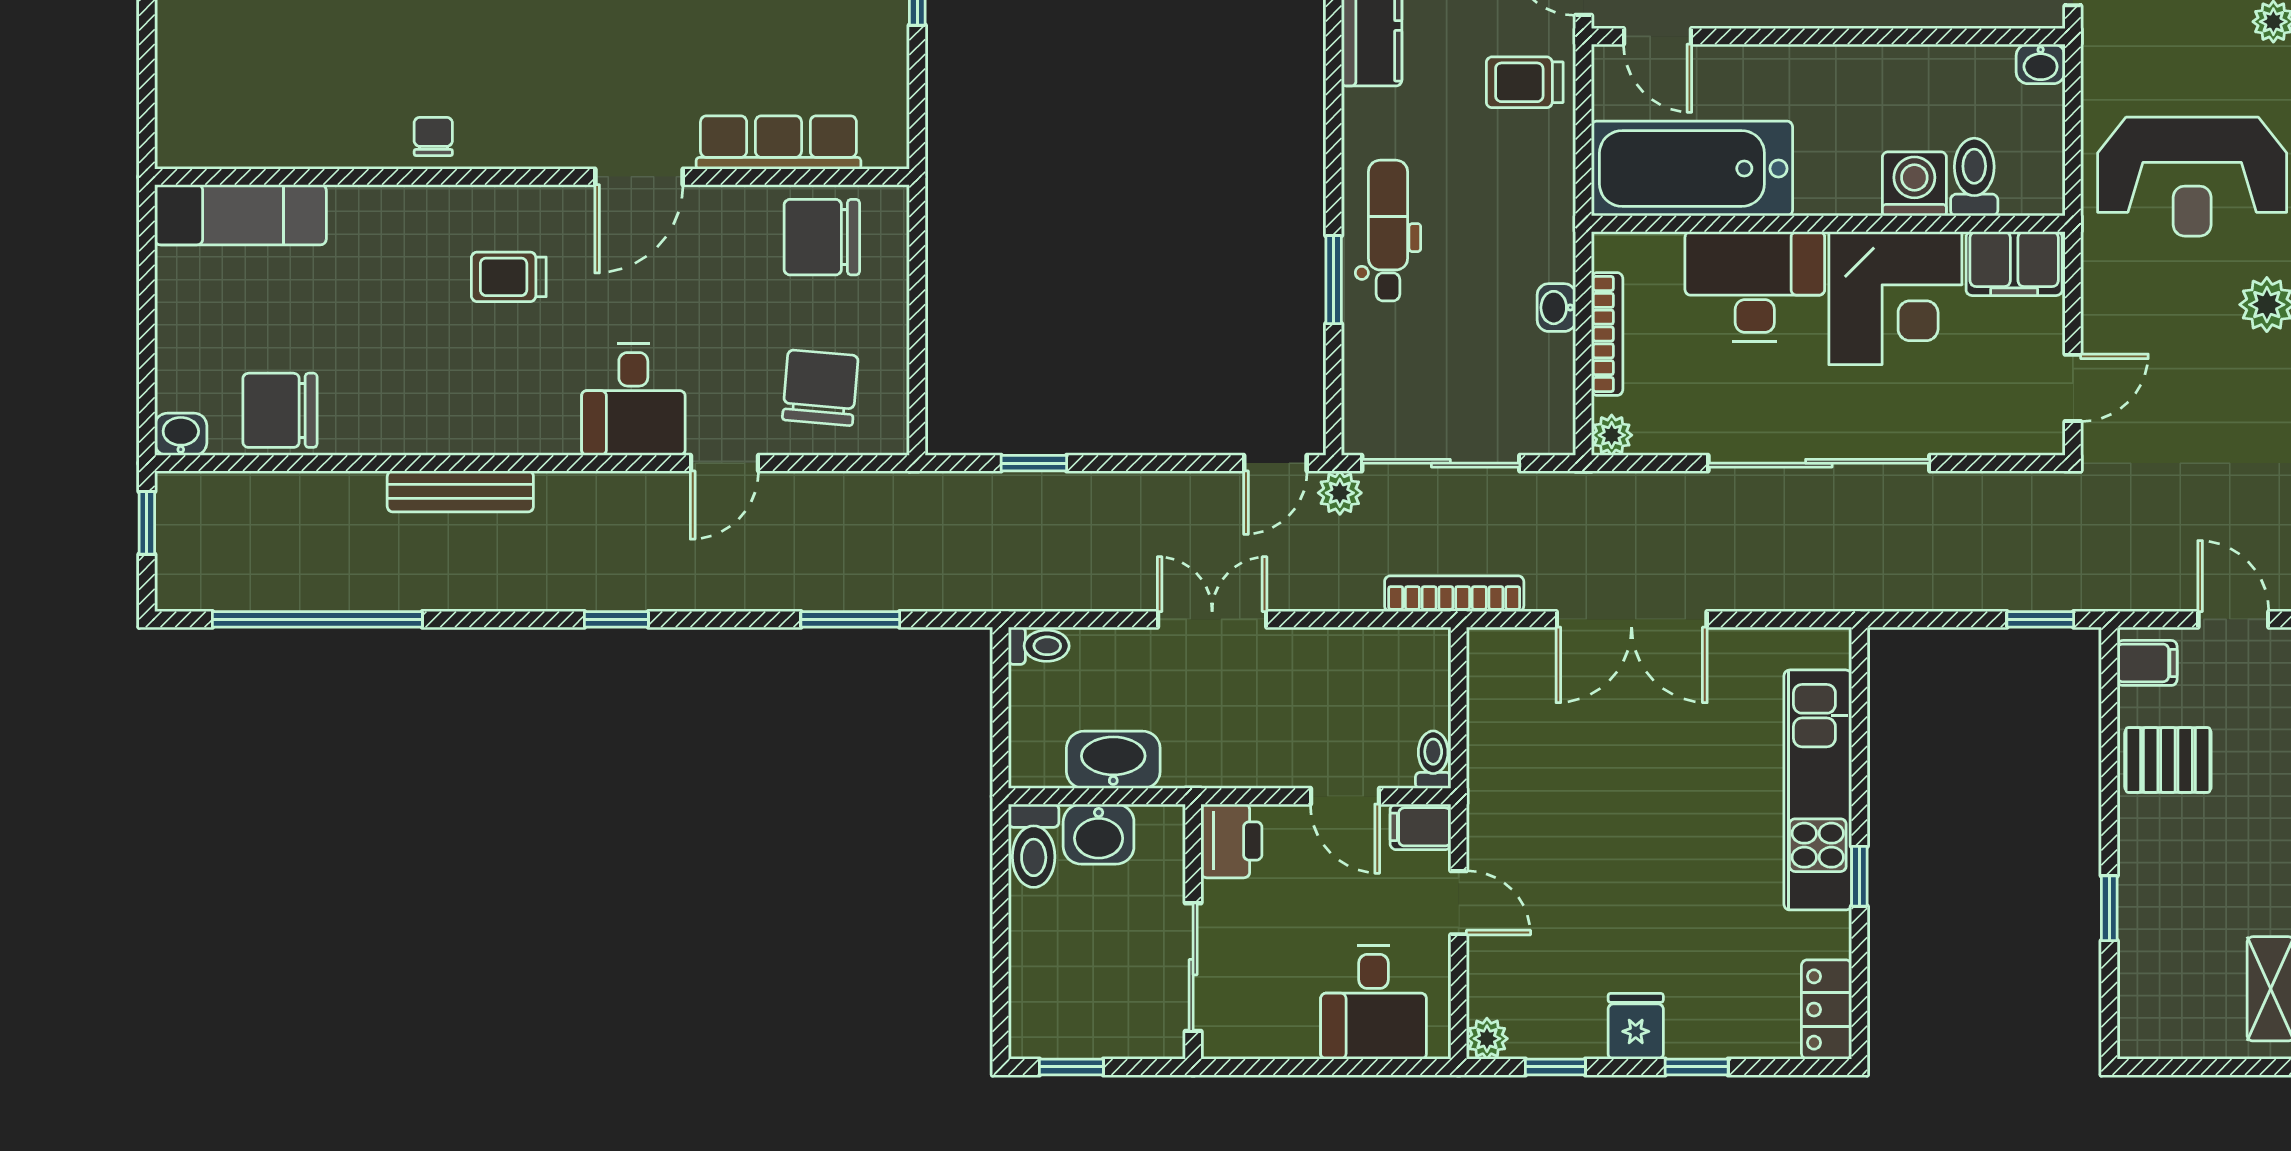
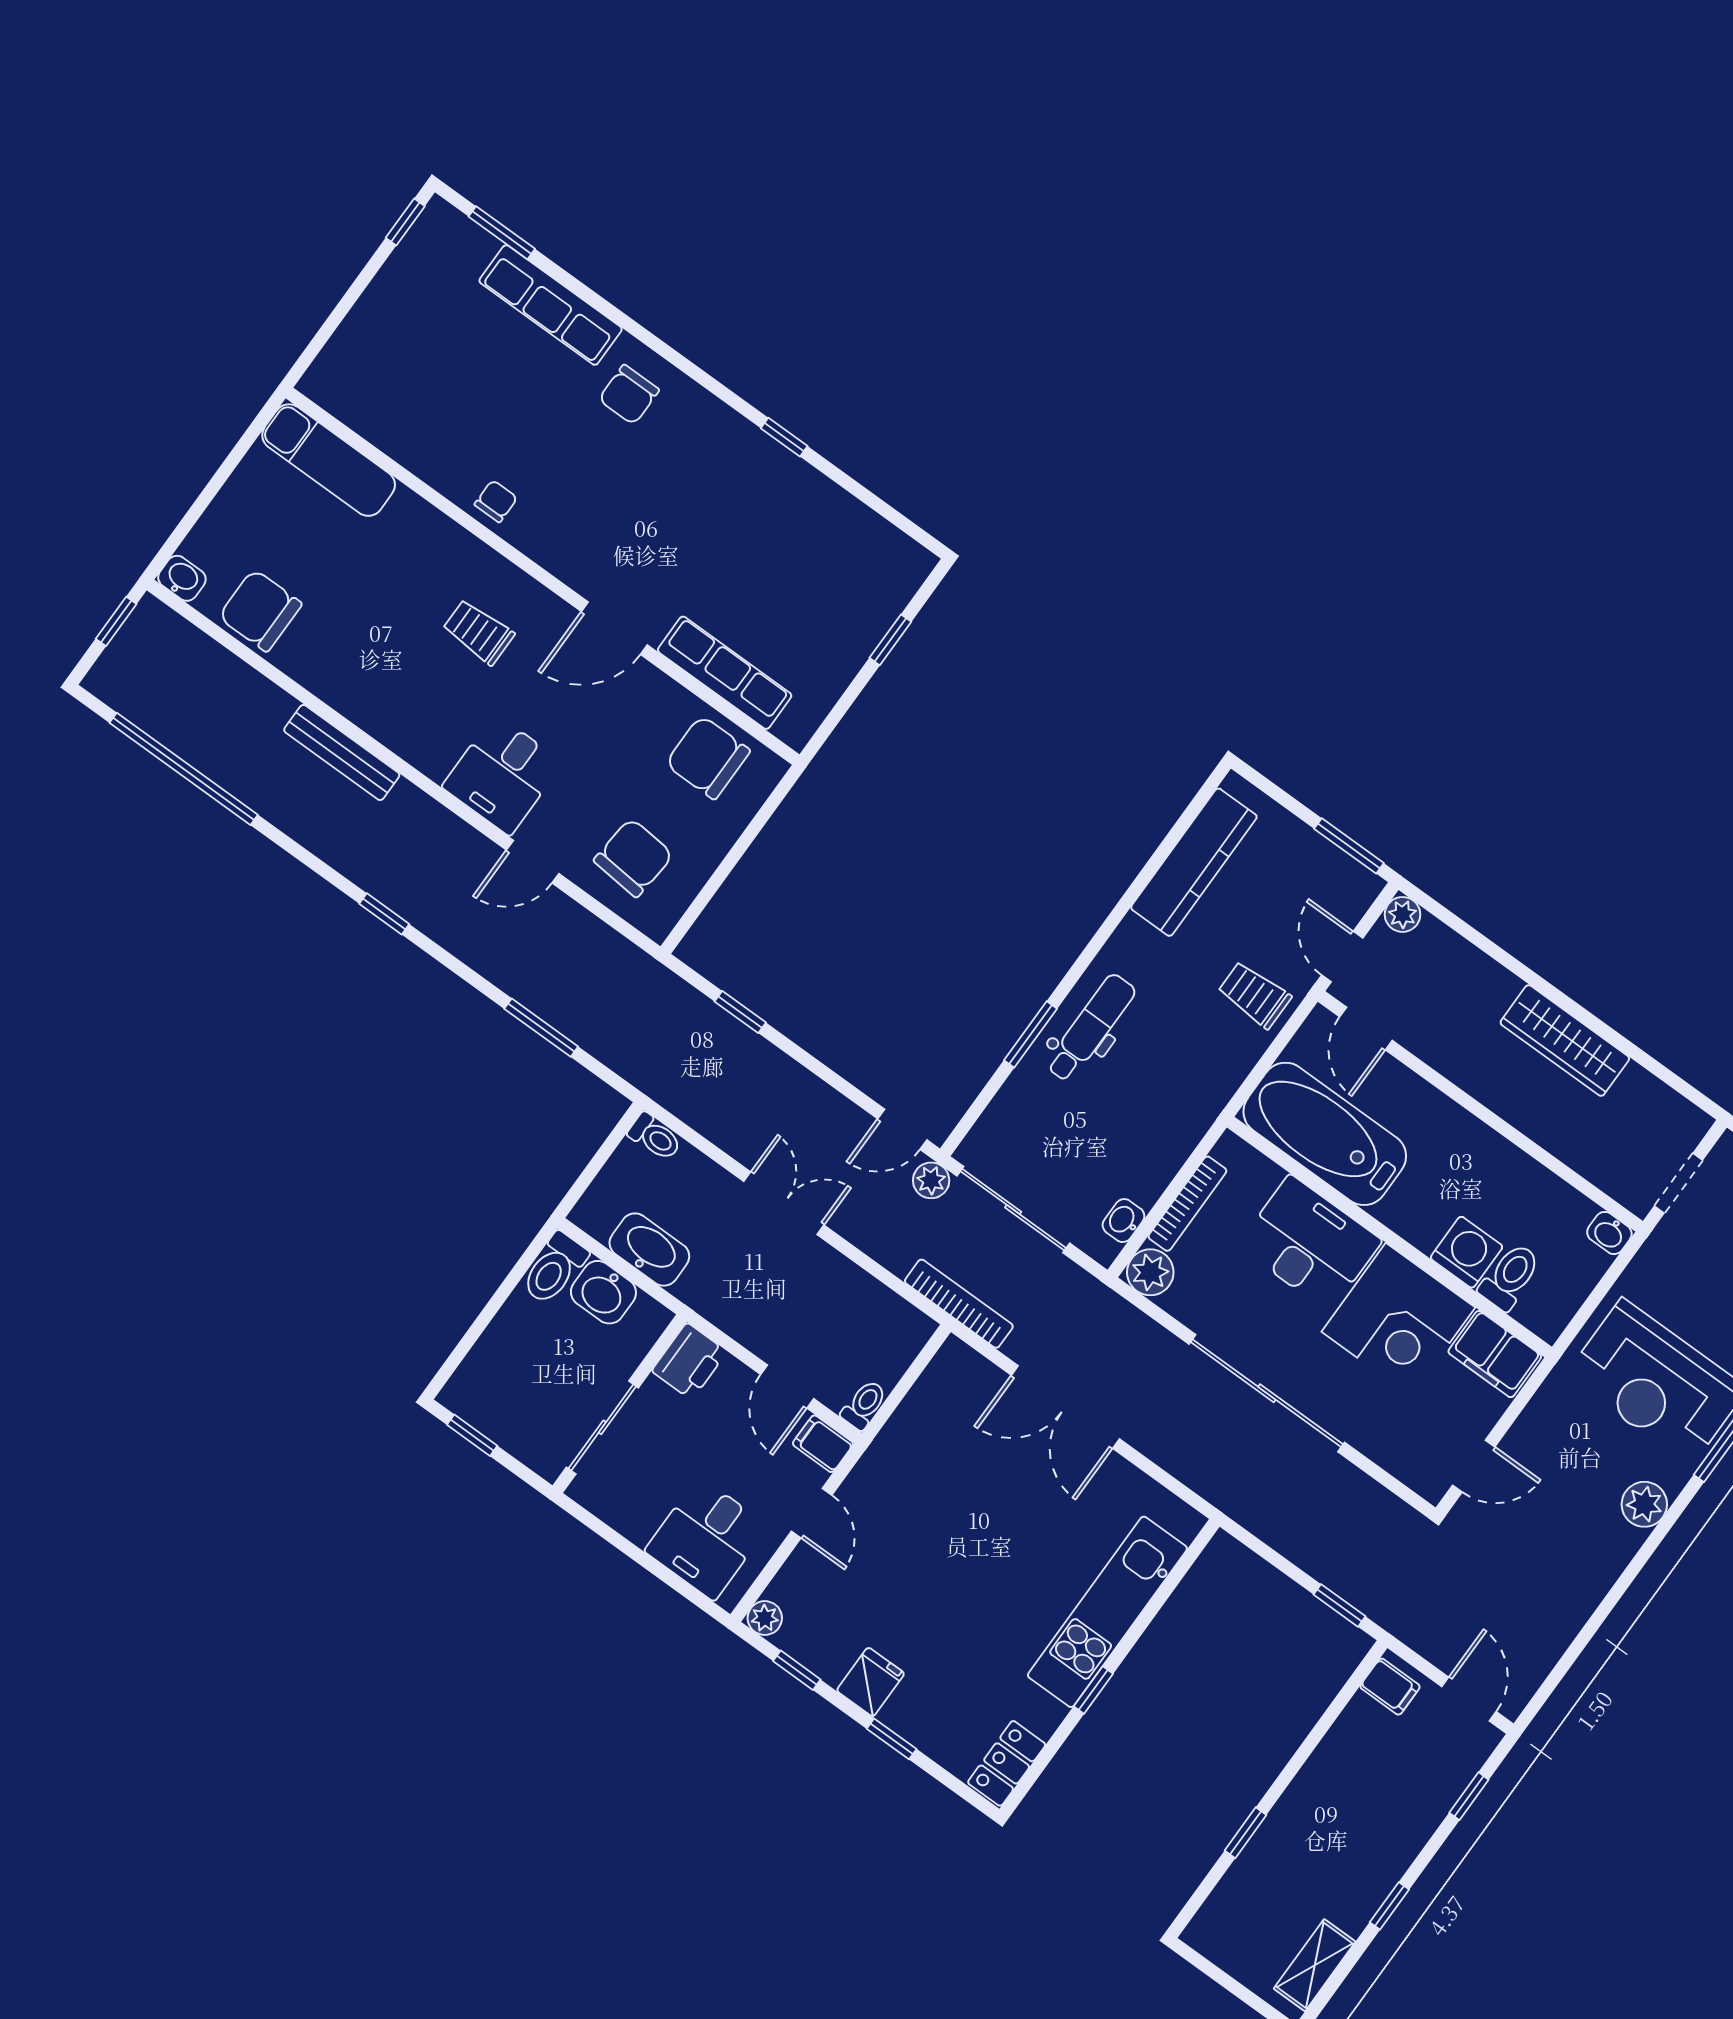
washbasin: (1556, 308) -> (1123, 1221), moved
plant: (1612, 435) -> (1150, 1272), width x1.38, depth x1.38
pallet: (2168, 760) -> (1357, 1762), removed

